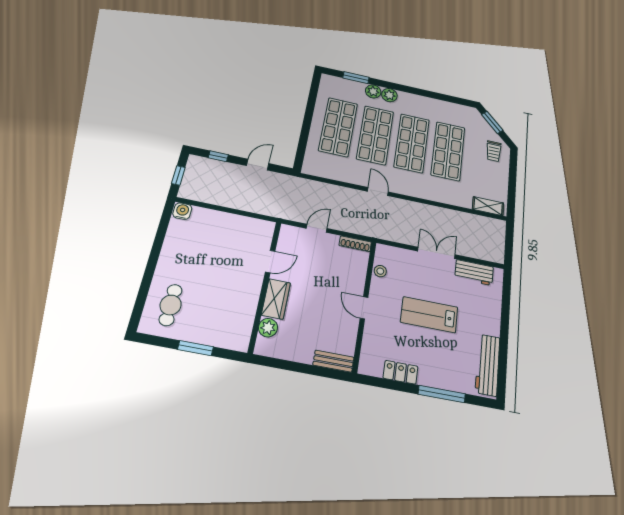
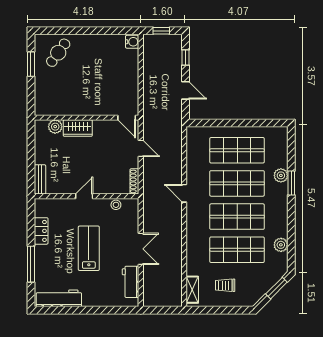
window: (356, 78) -> (291, 183), moved
plant: (389, 95) -> (281, 245), moved
trolley: (494, 151) -> (225, 285), moved
door: (378, 192) -> (184, 193), swing flipped
door: (270, 262) -> (127, 118), moved
cafe table: (171, 305) -> (58, 53), turned -54
window: (195, 348) -> (31, 64), moved

